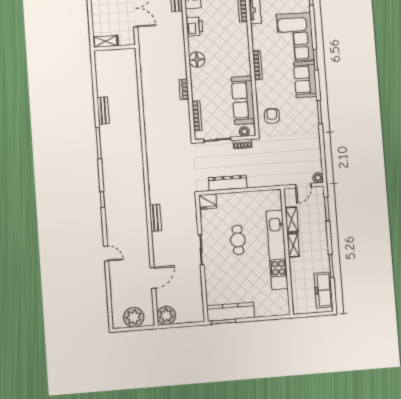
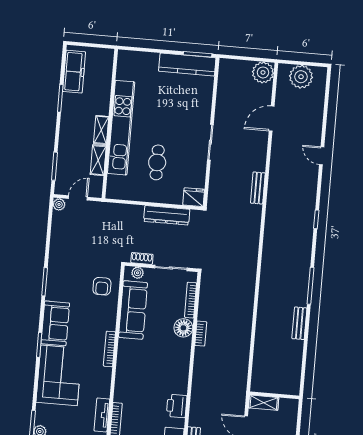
shelving: (106, 41) -> (264, 403), moved
floor lamp: (197, 60) -> (183, 328), moved
cafe table: (238, 240) -> (157, 162), moved

